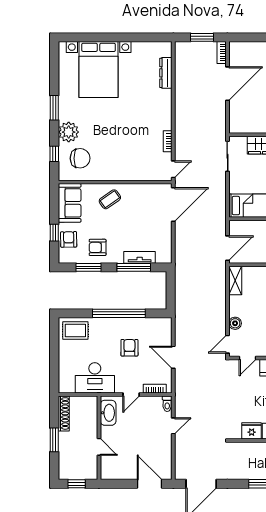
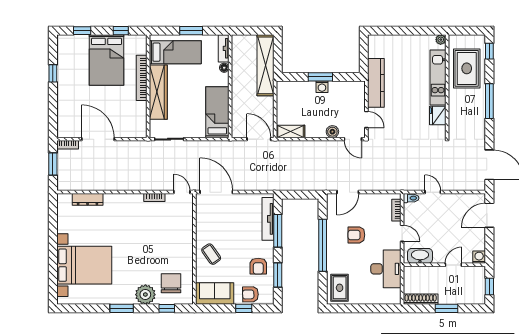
tv unit: (140, 257) -> (268, 219), width x1.41
door: (173, 357) -> (348, 192), moved
washing machine: (107, 473) -> (479, 257), added

